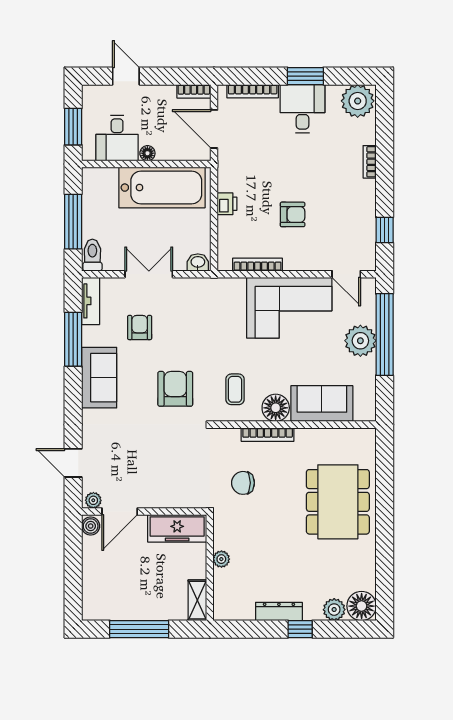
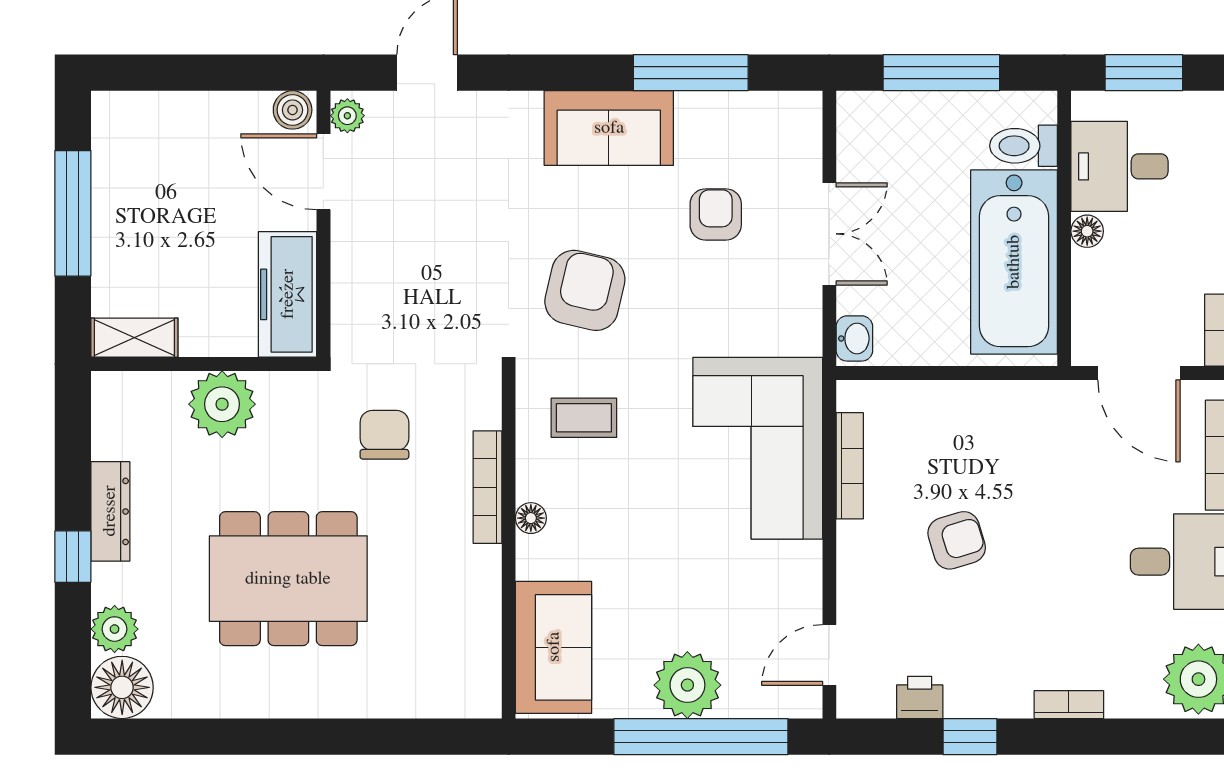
door: (214, 129) -> (1139, 373), swing flipped
printer: (227, 204) -> (920, 697), moved, turned 180
armchair: (293, 214) -> (957, 540), turned -107
window: (385, 230) -> (970, 737), moved
toilet: (92, 255) -> (1024, 146), moved, turned 180
tv unit: (91, 301) -> (772, 110), removed
corner sofa: (289, 308) -> (758, 448), moved
armchair: (140, 327) -> (716, 214), turned -90
armchair: (175, 389) -> (585, 290), turned -77
sofa: (322, 404) -> (554, 647), moved
floor lamp: (276, 408) -> (531, 518), width x0.53, depth x0.53
dining table: (338, 502) -> (288, 579), moved
plant: (221, 559) -> (222, 404), width x1.88, depth x1.88

